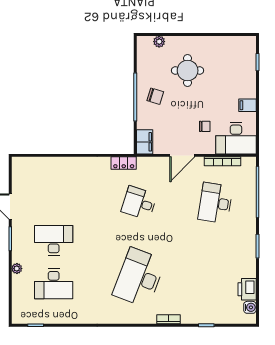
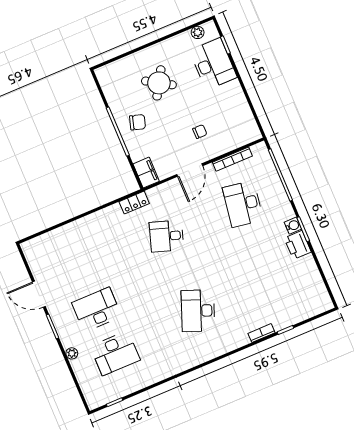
plant: (159, 42) -> (198, 32), moved
round table: (188, 71) -> (159, 83), turned 31
filing cabinet: (247, 105) -> (234, 92), removed
desk: (236, 138) -> (213, 64), moved, turned -90
desk: (139, 278) -> (198, 311), width x0.73, depth x0.77
printer: (247, 289) -> (298, 245), moved
water cooler: (250, 307) -> (293, 226), moved
bookcase: (168, 319) -> (262, 333), moved

